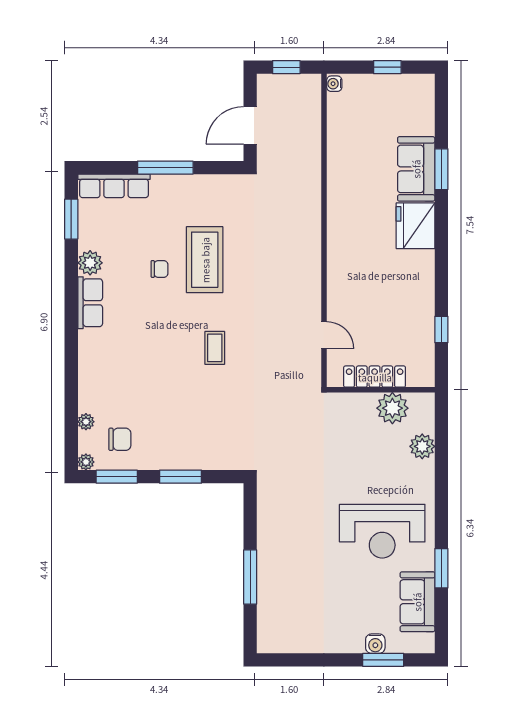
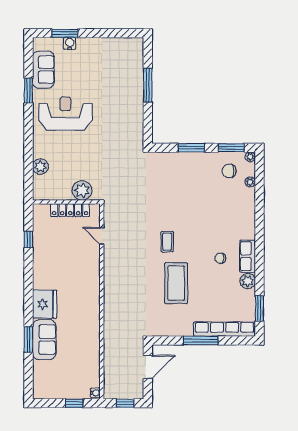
window: (387, 67) -> (74, 403), moved
row of seats: (114, 186) -> (224, 329), width x1.36
chair: (159, 269) -> (220, 258), moved
coffee table: (215, 348) -> (167, 242), moved
plant: (392, 408) -> (82, 190), moved

